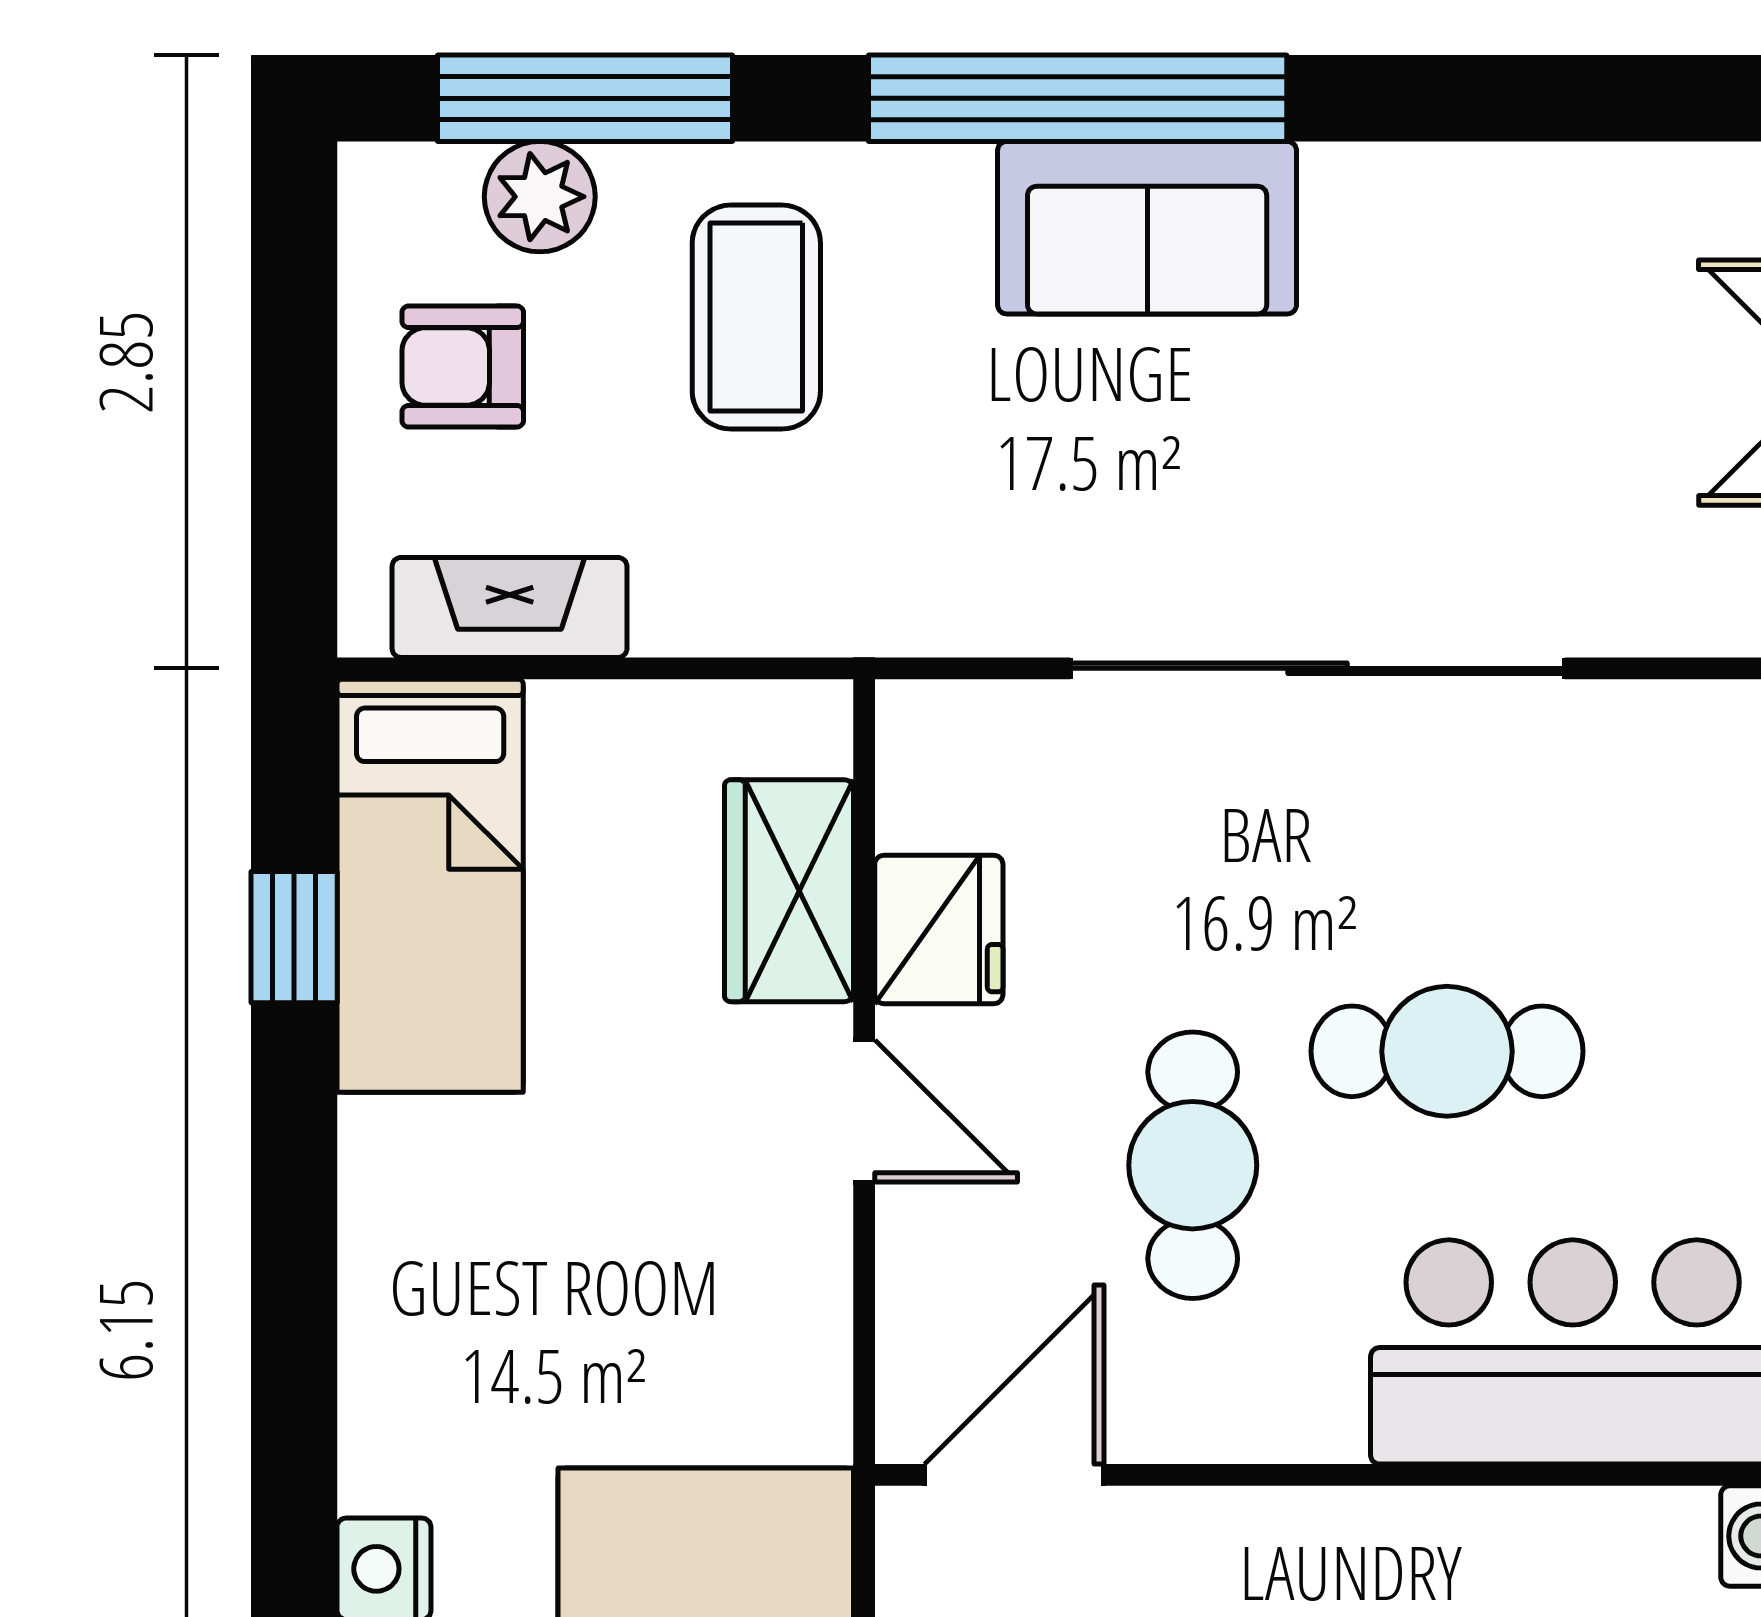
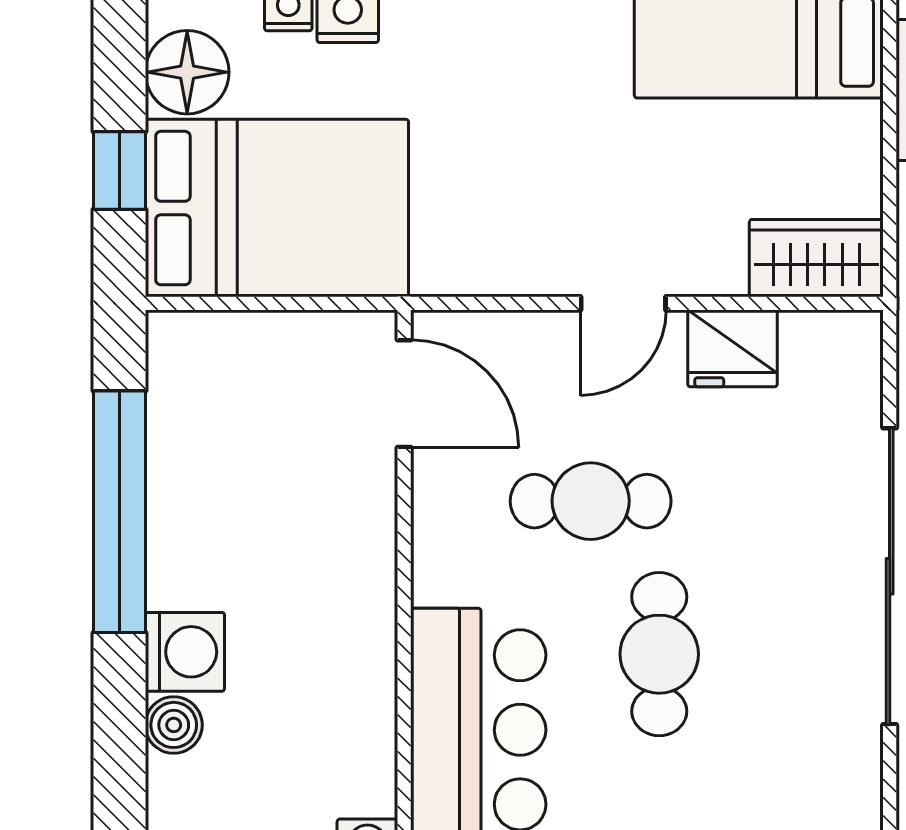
wardrobe: (789, 891) -> (816, 258), moved

